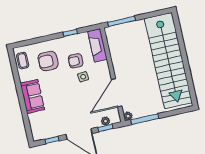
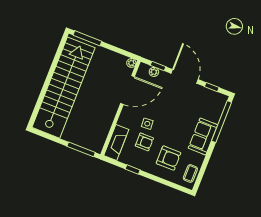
window: (26, 118) -> (222, 122), added
window: (145, 119) -> (87, 38), moved

